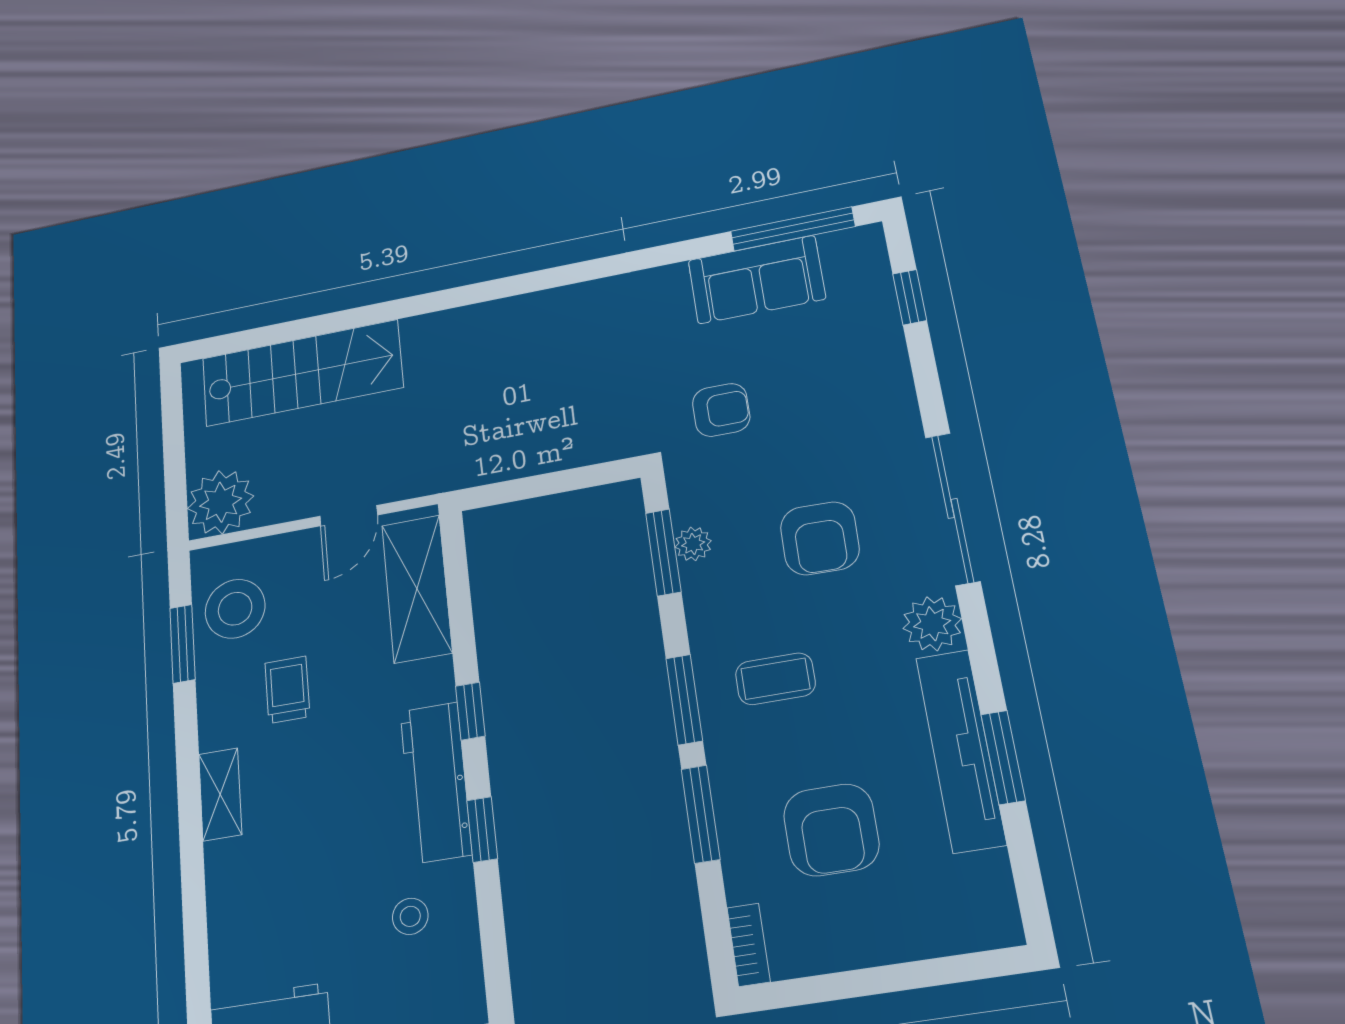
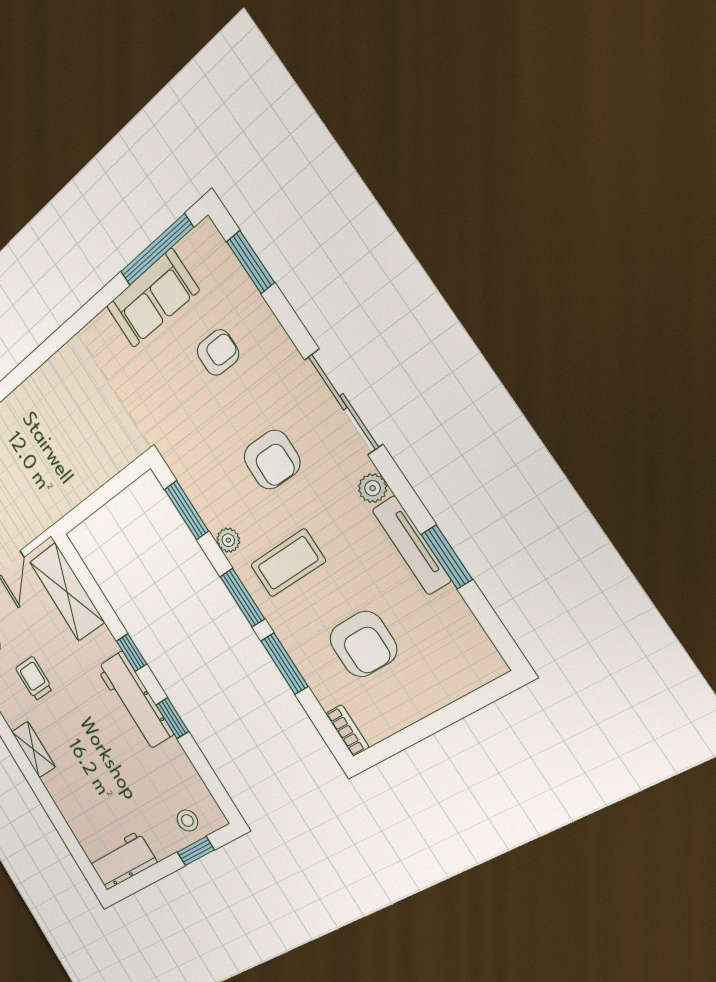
window: (910, 297) -> (250, 262), width x1.50
armchair: (721, 410) -> (218, 352), moved
plant: (693, 544) -> (228, 540), moved
plant: (932, 624) -> (373, 488), width x0.73, depth x0.73
coffee table: (775, 679) -> (288, 563), width x1.36, depth x1.30
tv unit: (961, 750) -> (411, 545), width x0.73, depth x0.78
stool: (410, 916) -> (187, 821), moved

